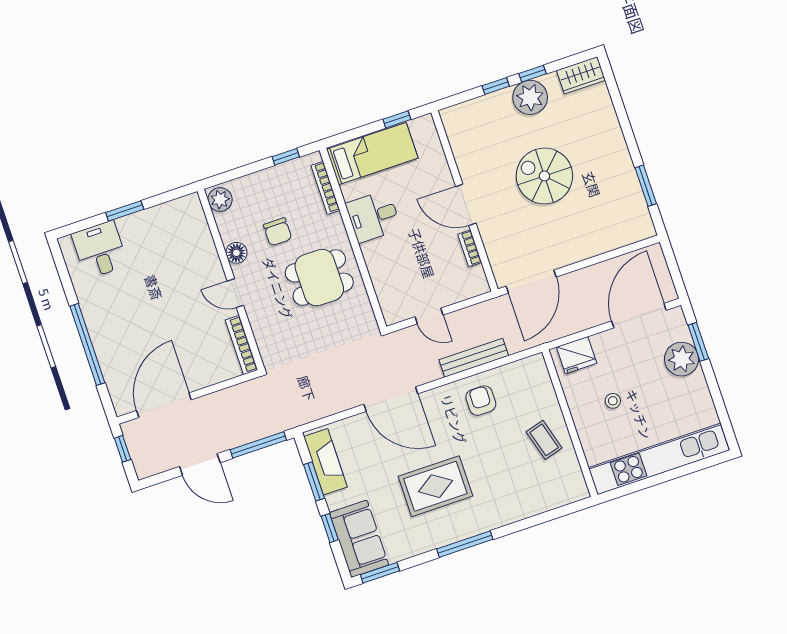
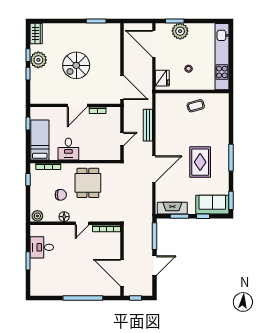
desk: (100, 250) -> (42, 247), moved
armchair: (481, 401) -> (168, 128), removed

